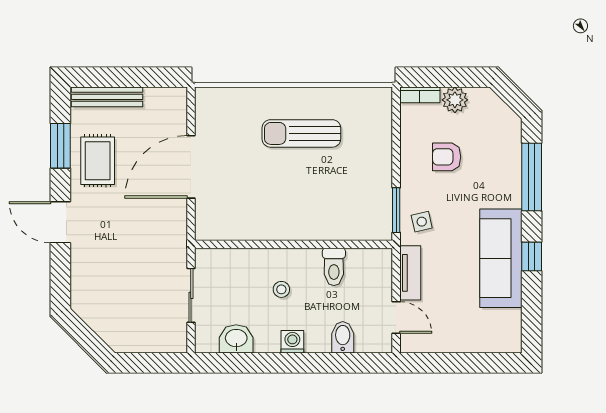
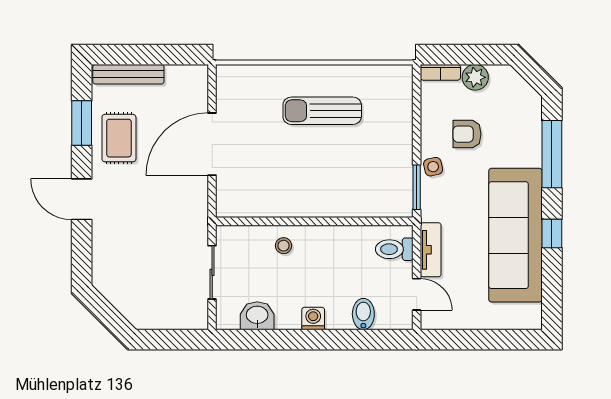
side table: (422, 222) -> (433, 167), moved
sofa: (501, 258) -> (515, 235), width x1.36, depth x1.27
toilet: (334, 267) -> (394, 249), moved, turned 90
stool: (281, 289) -> (284, 246), moved

